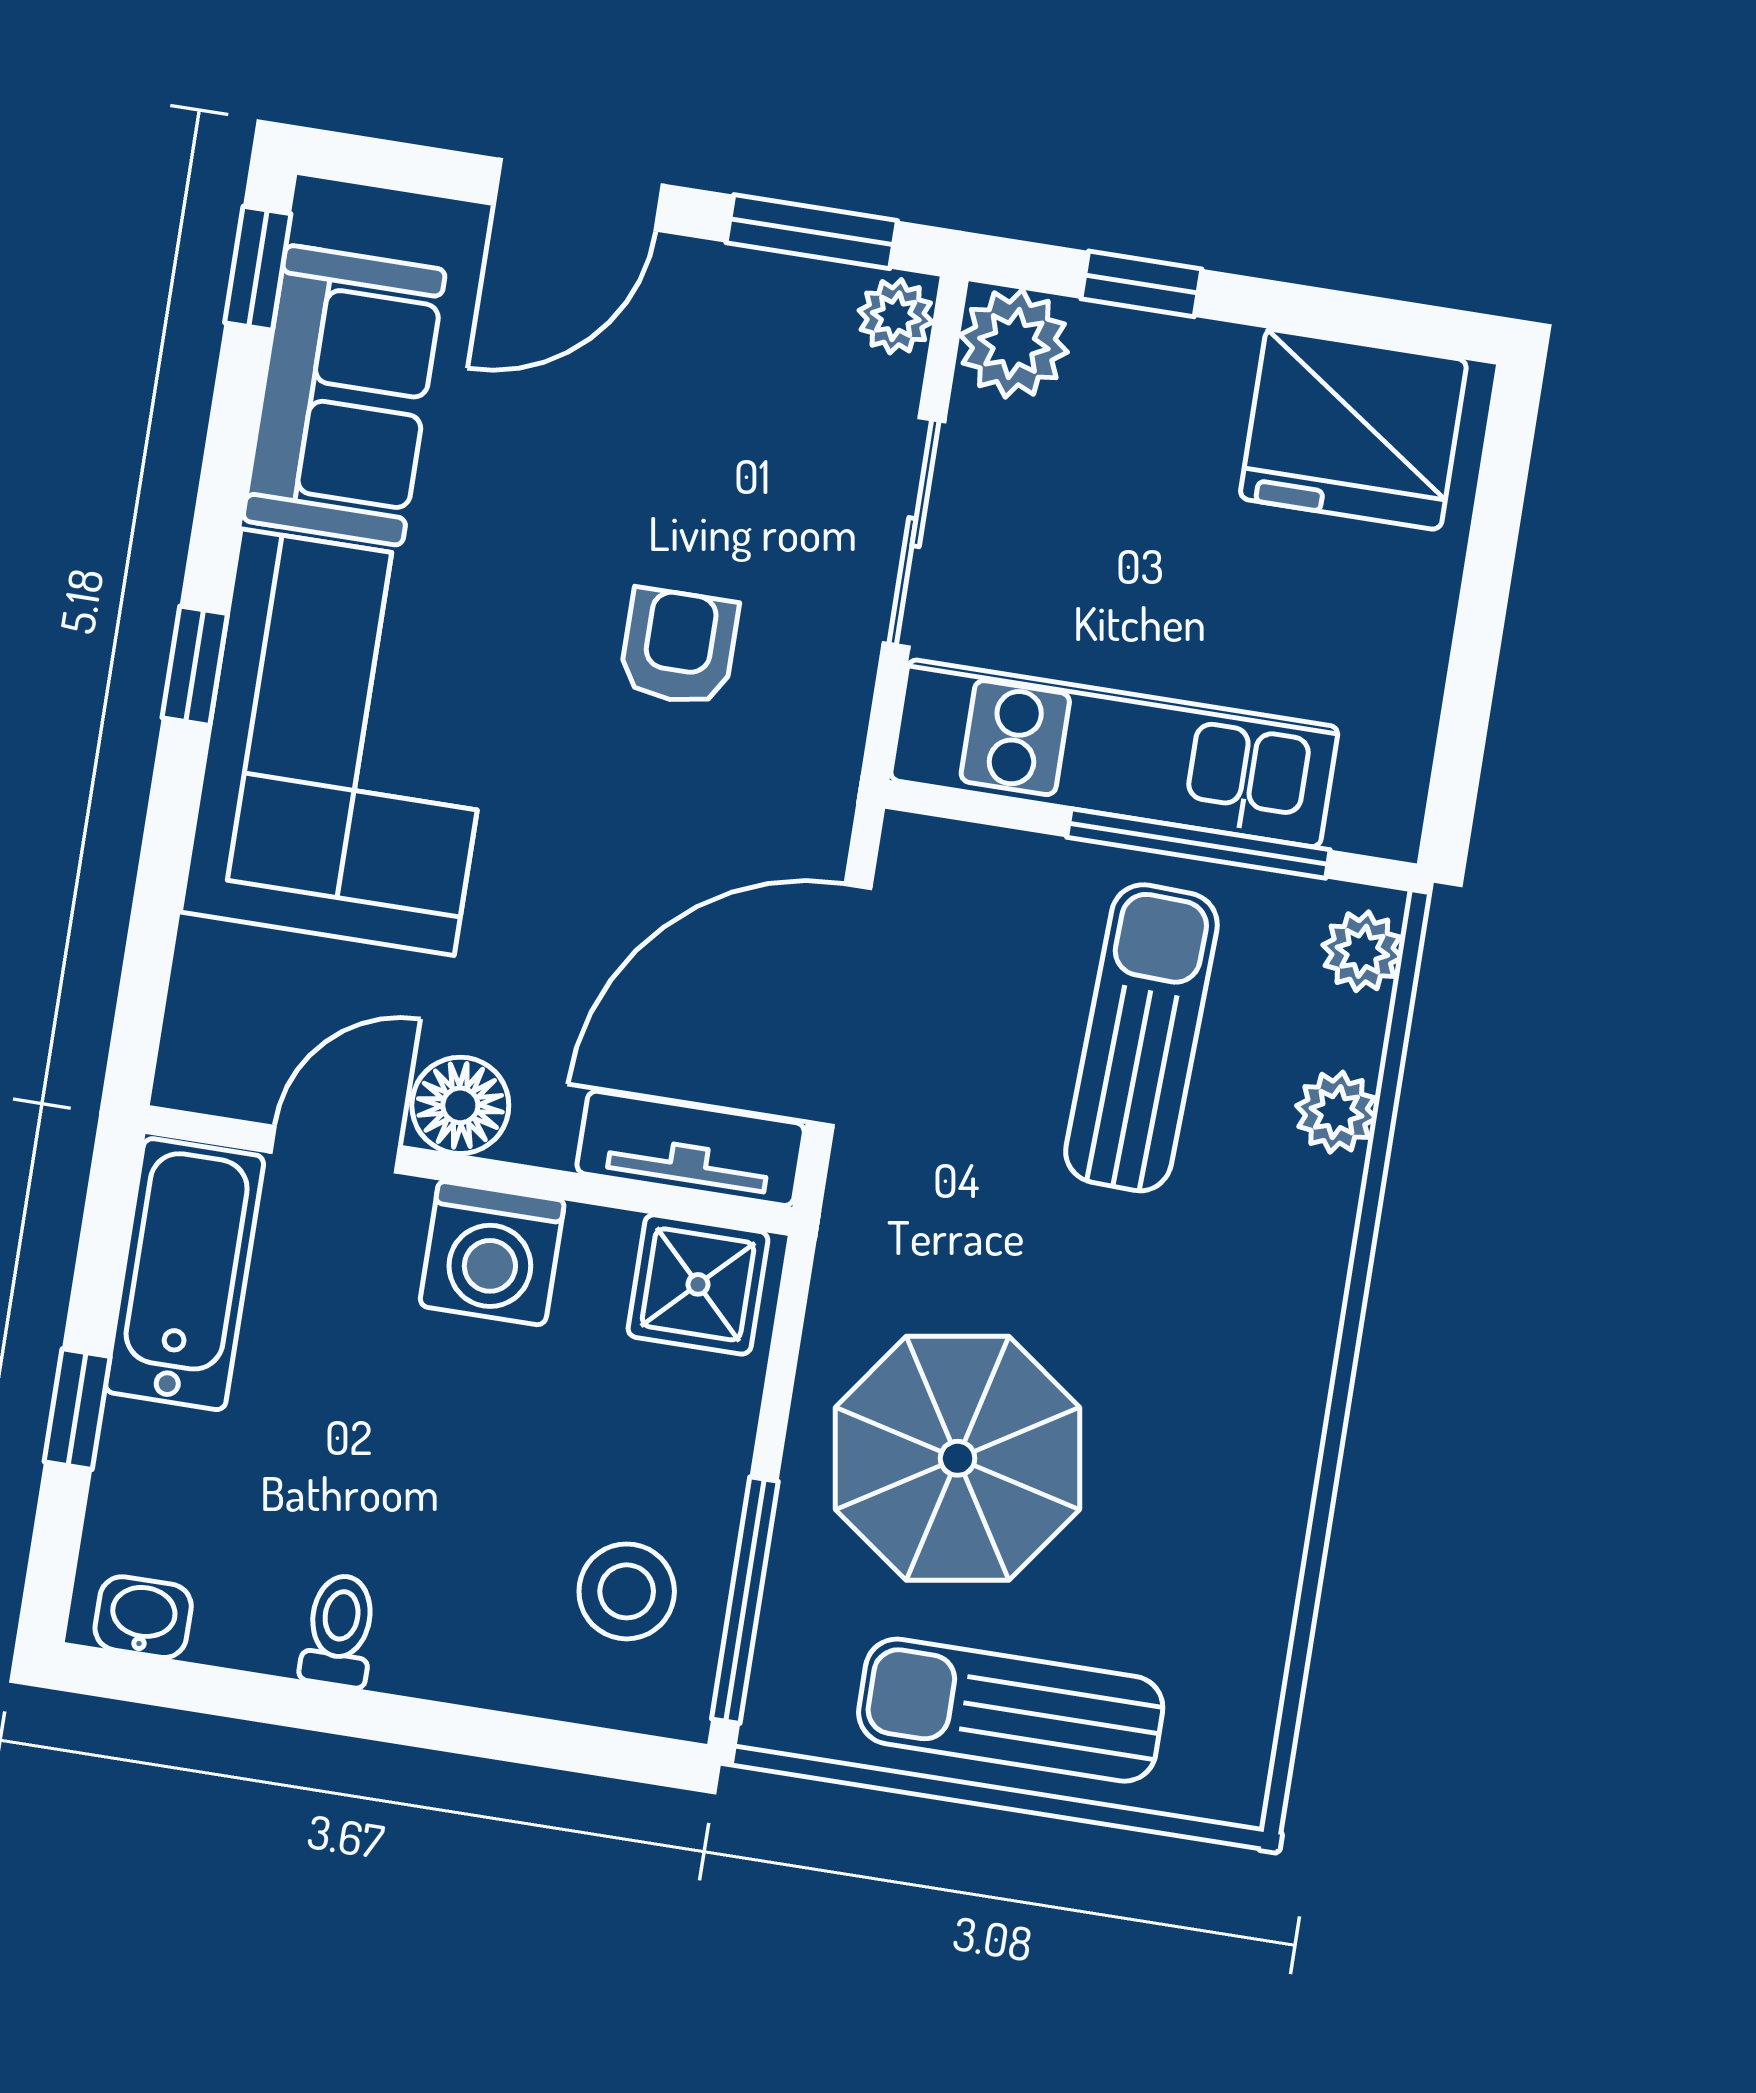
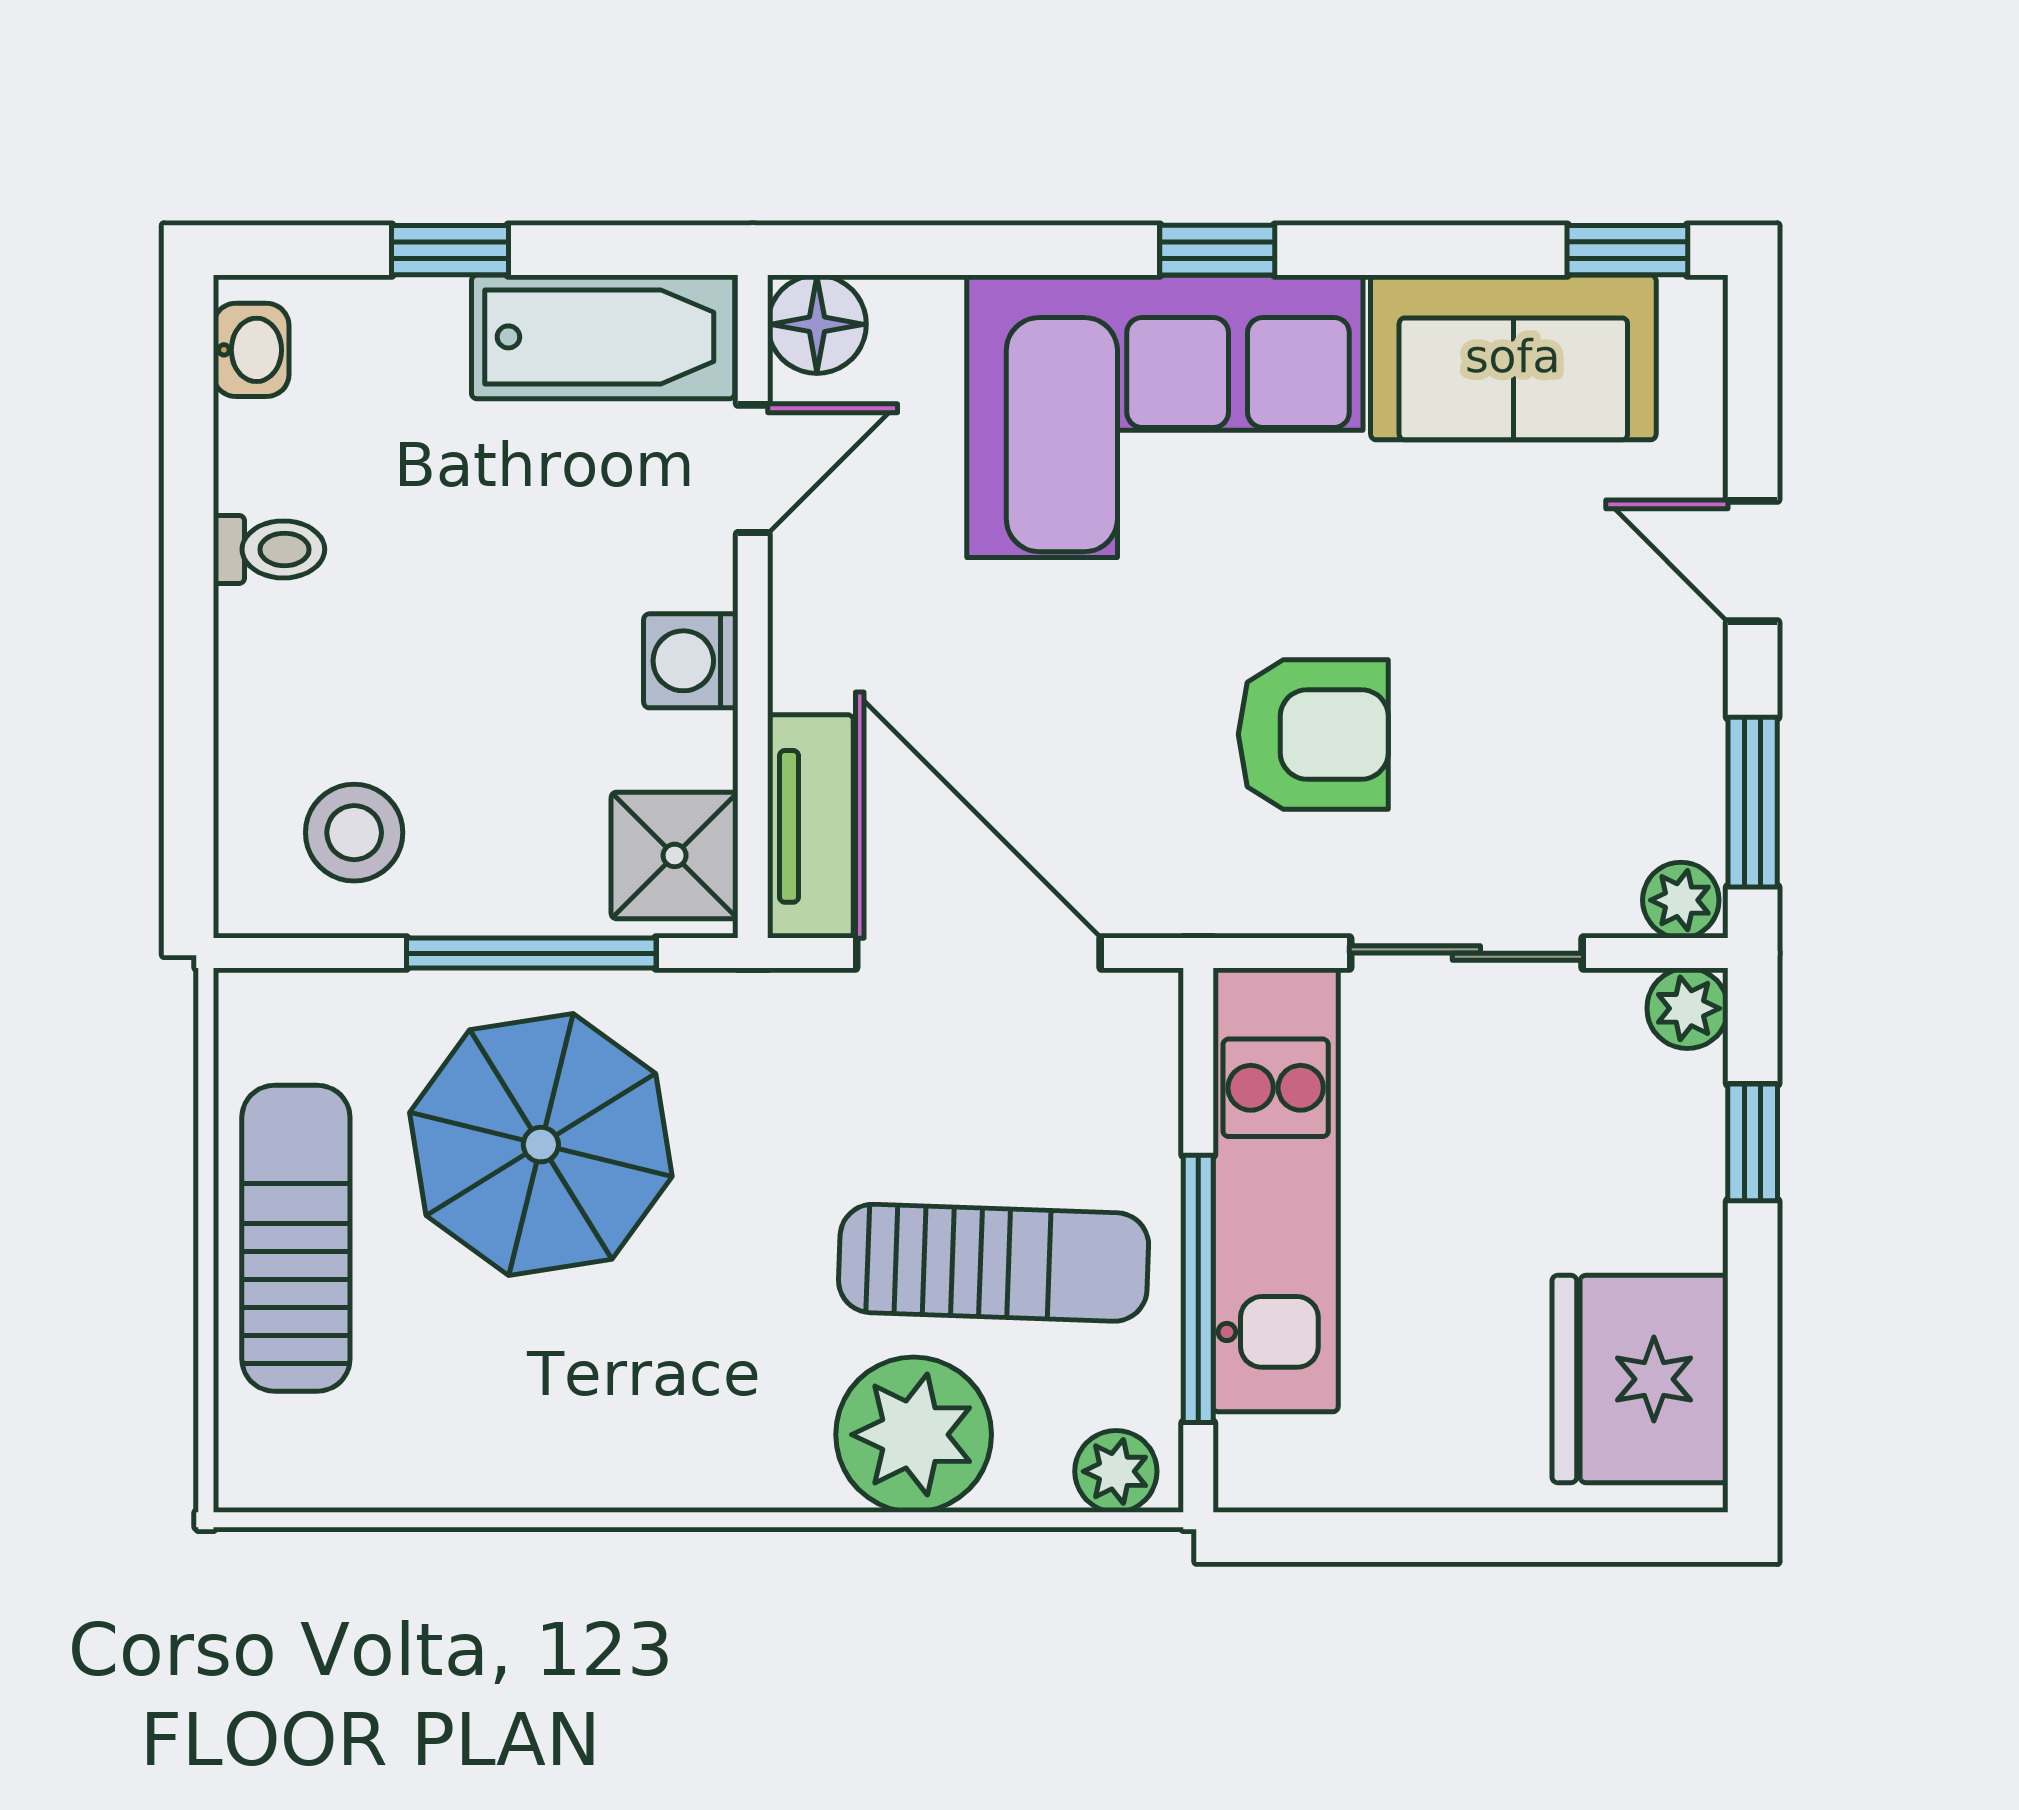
door: (578, 195) -> (1753, 561), width x0.73
plant: (1014, 344) -> (1687, 1008), width x0.73, depth x0.73
armchair: (679, 647) -> (1313, 734), width x1.38, depth x1.38
floor lamp: (460, 1105) -> (817, 324), moved
plant: (1336, 1112) -> (914, 1435), width x1.87, depth x1.87
door: (335, 1149) -> (753, 469), hinge flipped
washing machine: (492, 1253) -> (691, 661), width x0.73, depth x0.73
window: (745, 1600) -> (531, 953), moved

